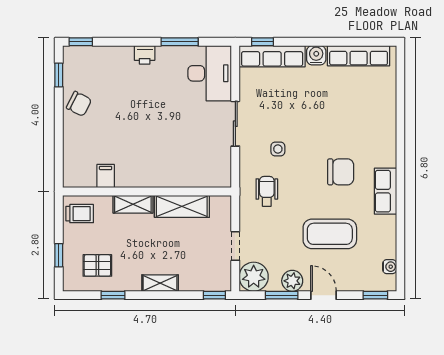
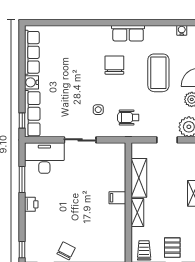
filing cabinet: (106, 176) -> (117, 198), moved
pallet: (97, 265) -> (172, 248), moved

